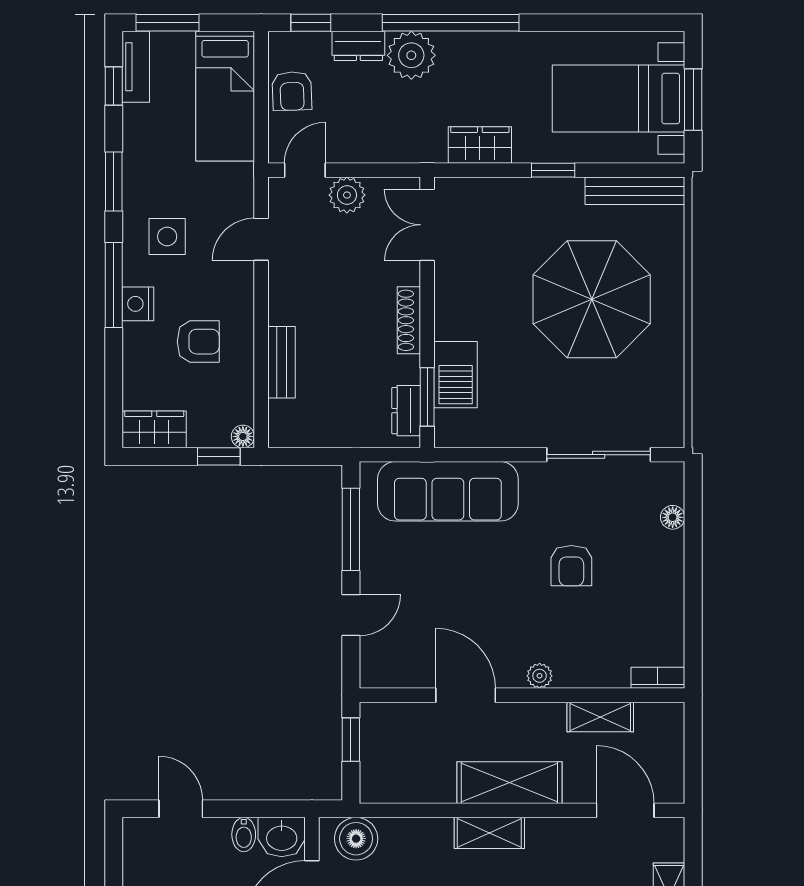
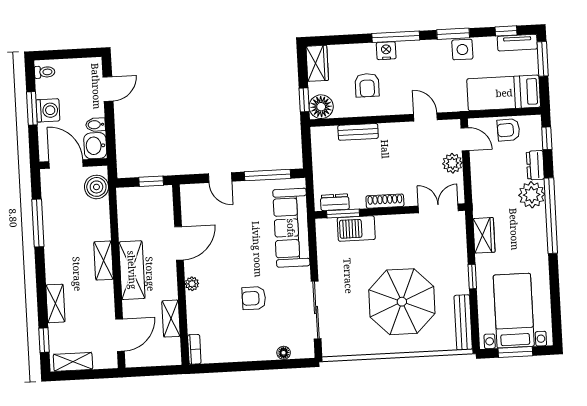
side table: (167, 237) -> (462, 50), moved
floor lamp: (243, 436) -> (321, 107), width x1.89, depth x1.89

